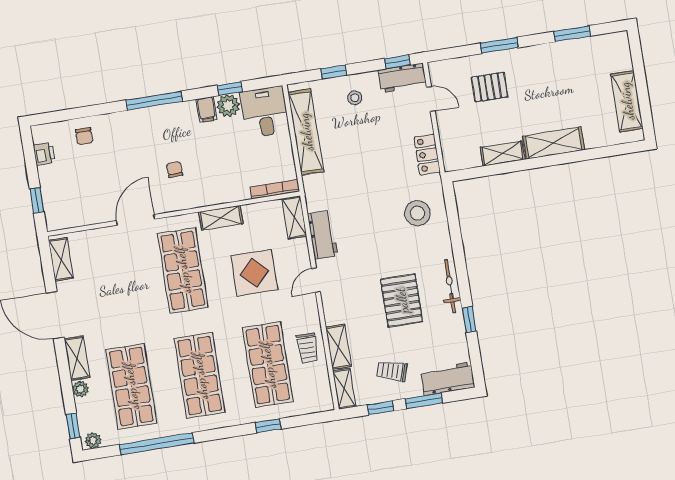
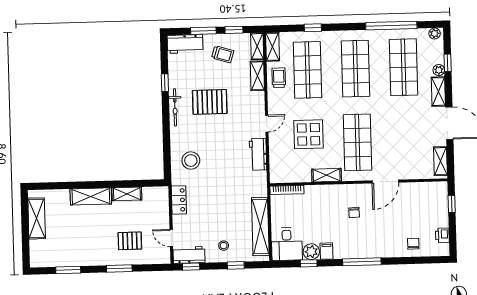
shelving: (294, 217) -> (273, 47), moved
pallet: (402, 300) -> (210, 102), turned 90
window: (73, 426) -> (448, 63), moved

